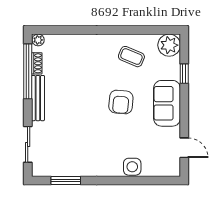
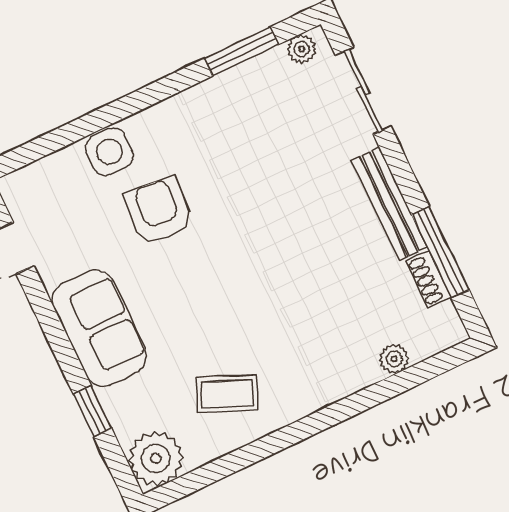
plant: (38, 40) -> (394, 359), moved
window: (28, 71) -> (440, 252), width x0.68
armchair: (121, 102) -> (159, 211), moved
plant: (43, 171) -> (302, 49), added

